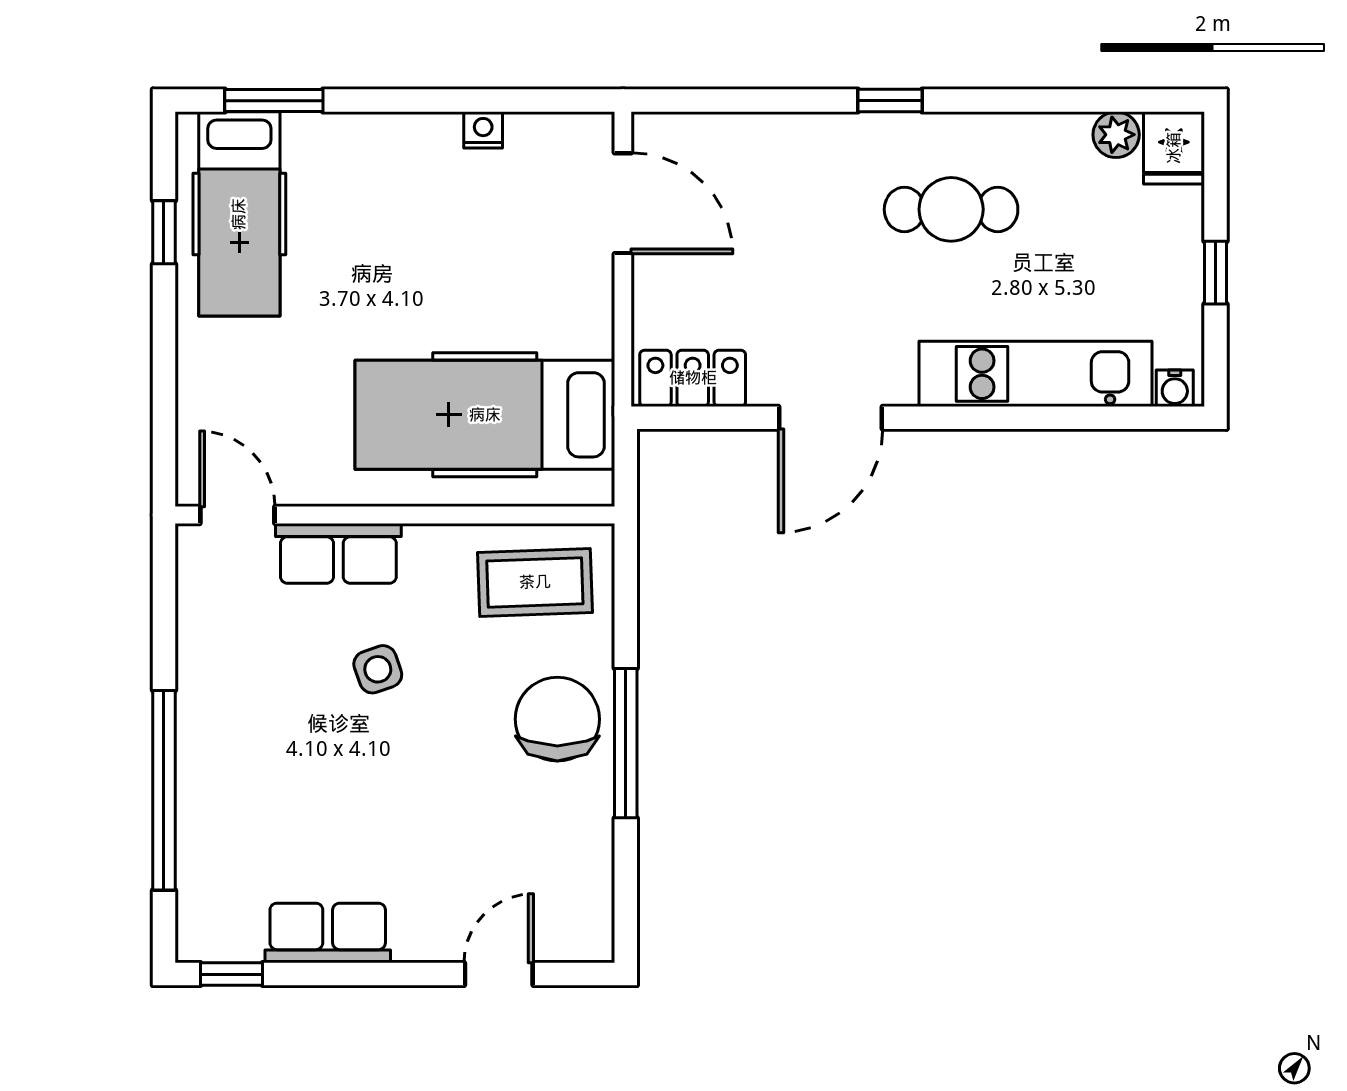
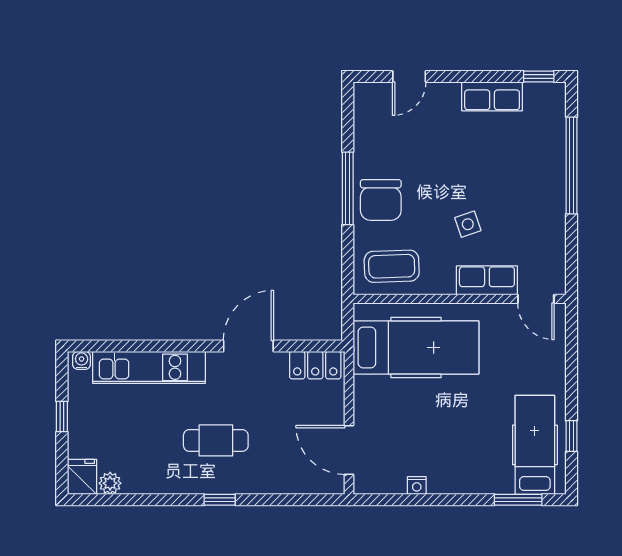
cafe table: (951, 209) -> (216, 440), moved

